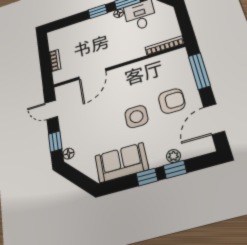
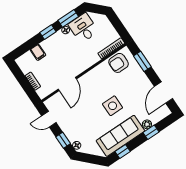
filing cabinet: (76, 31) -> (38, 52), added
window: (199, 71) -> (142, 61), width x0.69
armchair: (172, 101) -> (119, 63), moved, turned 180
sofa: (122, 163) -> (120, 136), width x1.36
window: (147, 177) -> (123, 151), moved

